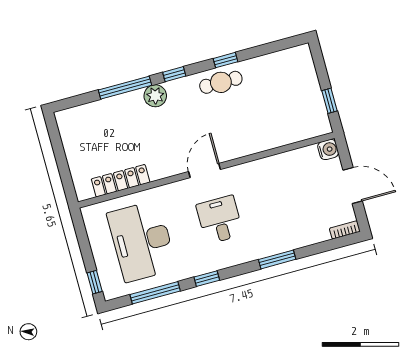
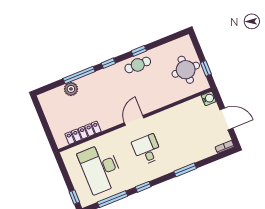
plant: (155, 96) -> (71, 89), moved
round table: (297, 99) -> (186, 70), added

